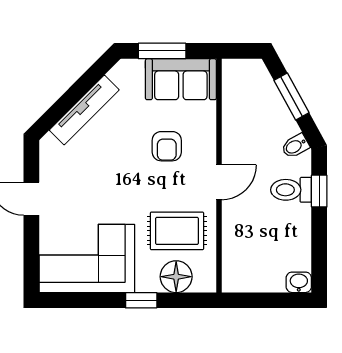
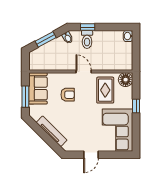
floor lamp: (176, 277) -> (126, 80), moved

